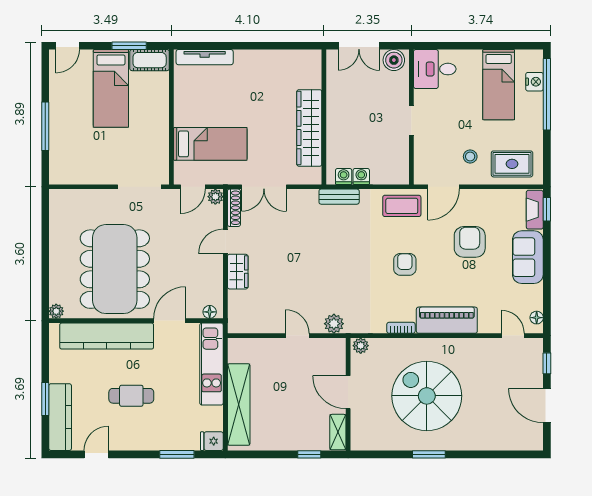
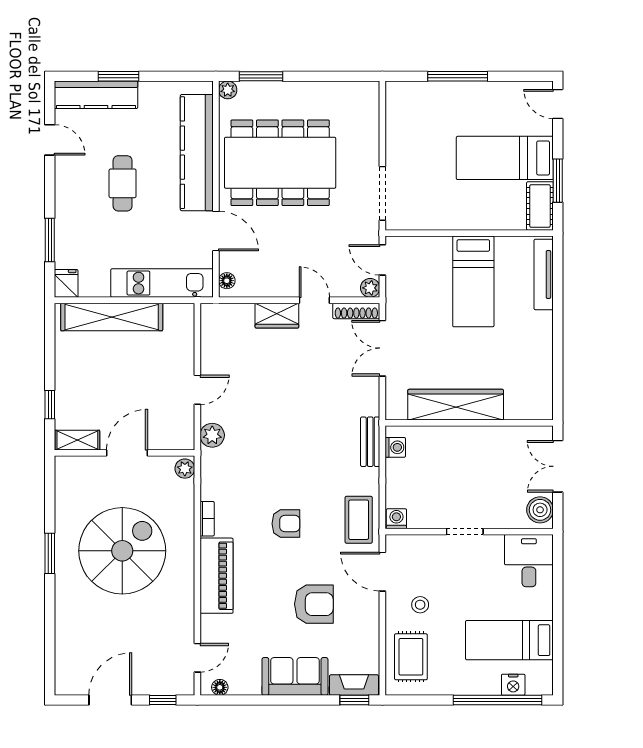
bed: (210, 144) -> (473, 281), moved
washing machine: (361, 176) -> (396, 519), moved, turned -90
window: (45, 284) -> (261, 76), added

